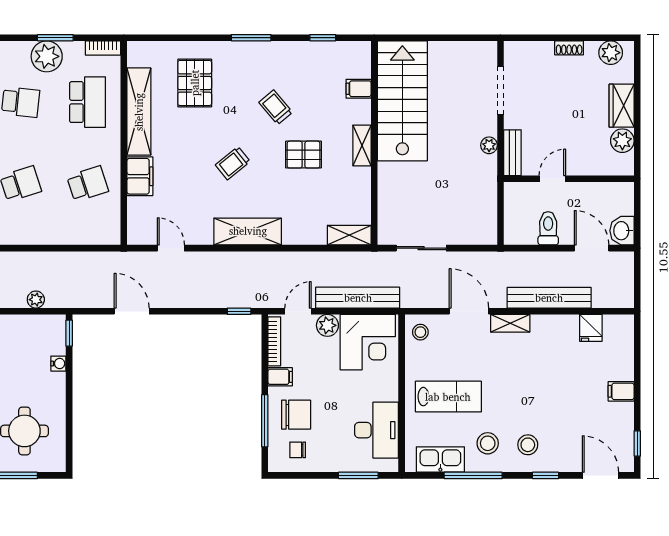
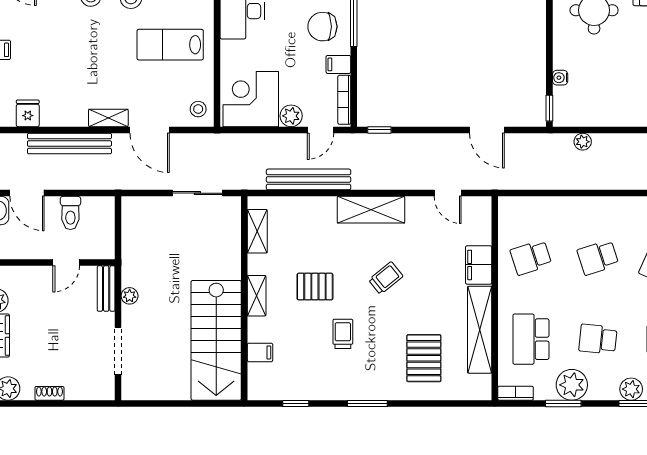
trolley: (276, 107) -> (343, 334), turned -140
shelving: (349, 235) -> (257, 231), moved, turned 90
bench: (358, 298) -> (309, 179), moved

